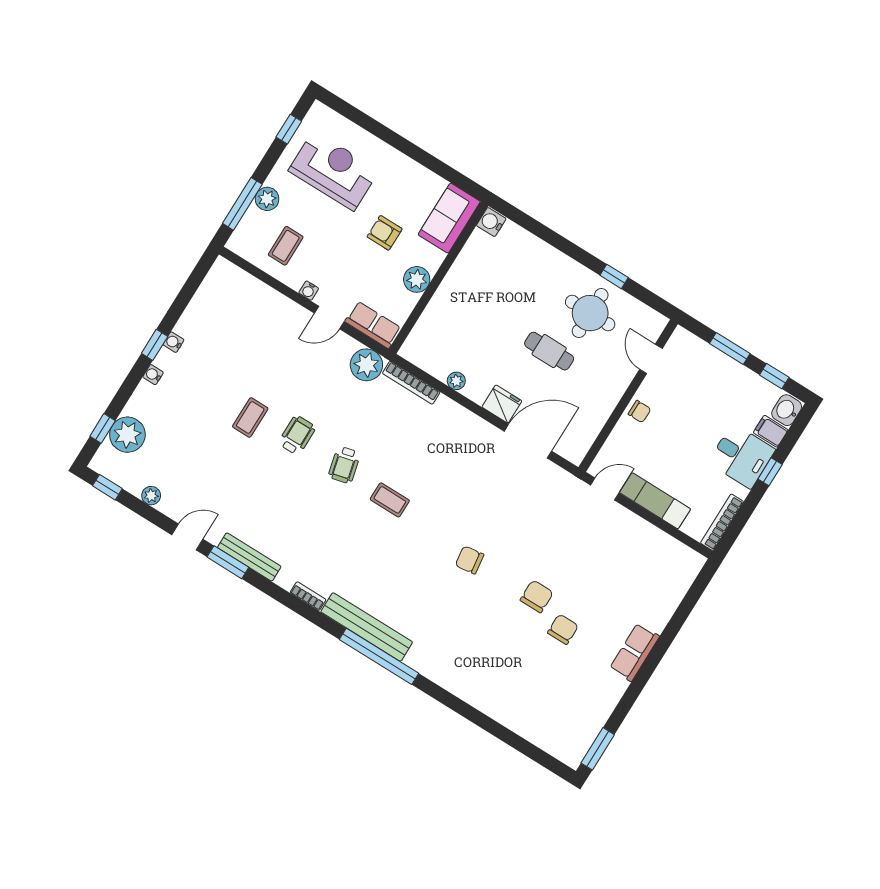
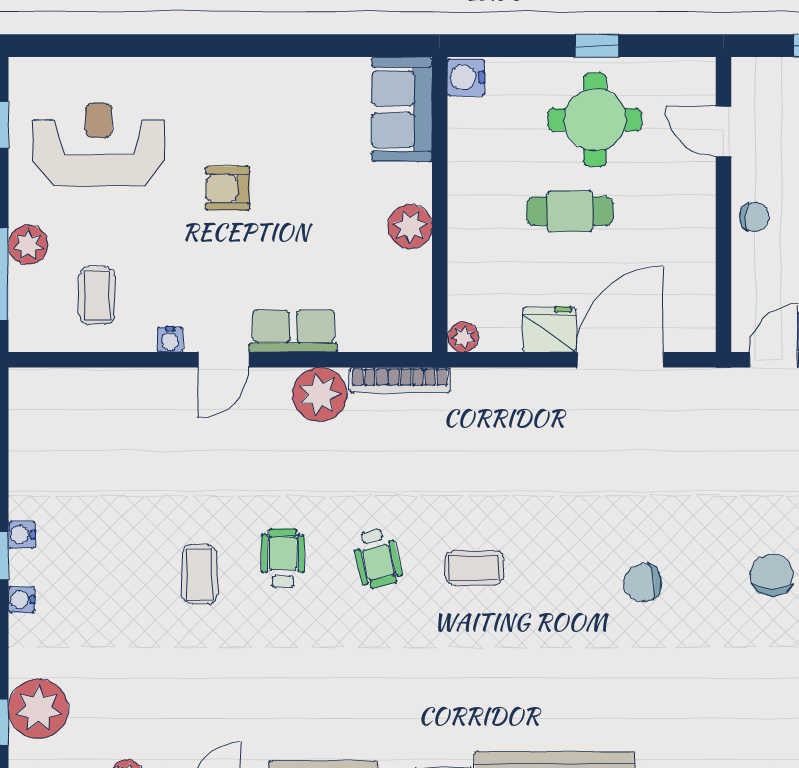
sofa: (449, 218) -> (402, 109), moved
water cooler: (491, 222) -> (466, 77), moved
wall: (438, 278) -> (440, 205), moved
plant: (417, 279) -> (410, 227), moved

